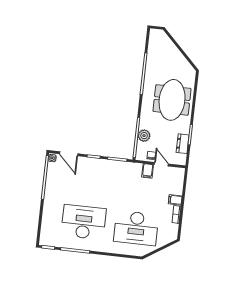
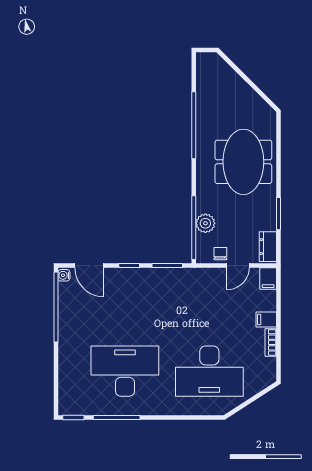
dresser: (183, 144) -> (268, 247), moved
door: (161, 164) -> (238, 266), swing flipped
filing cabinet: (148, 171) -> (268, 279), moved

